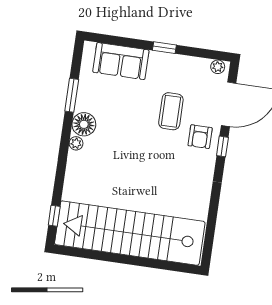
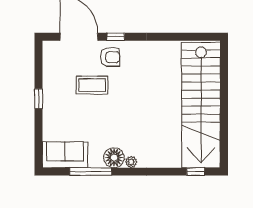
sofa: (121, 61) -> (65, 155), moved, turned -90
plant: (218, 67) -> (48, 51), removed
window: (72, 95) -> (91, 172), width x1.44

